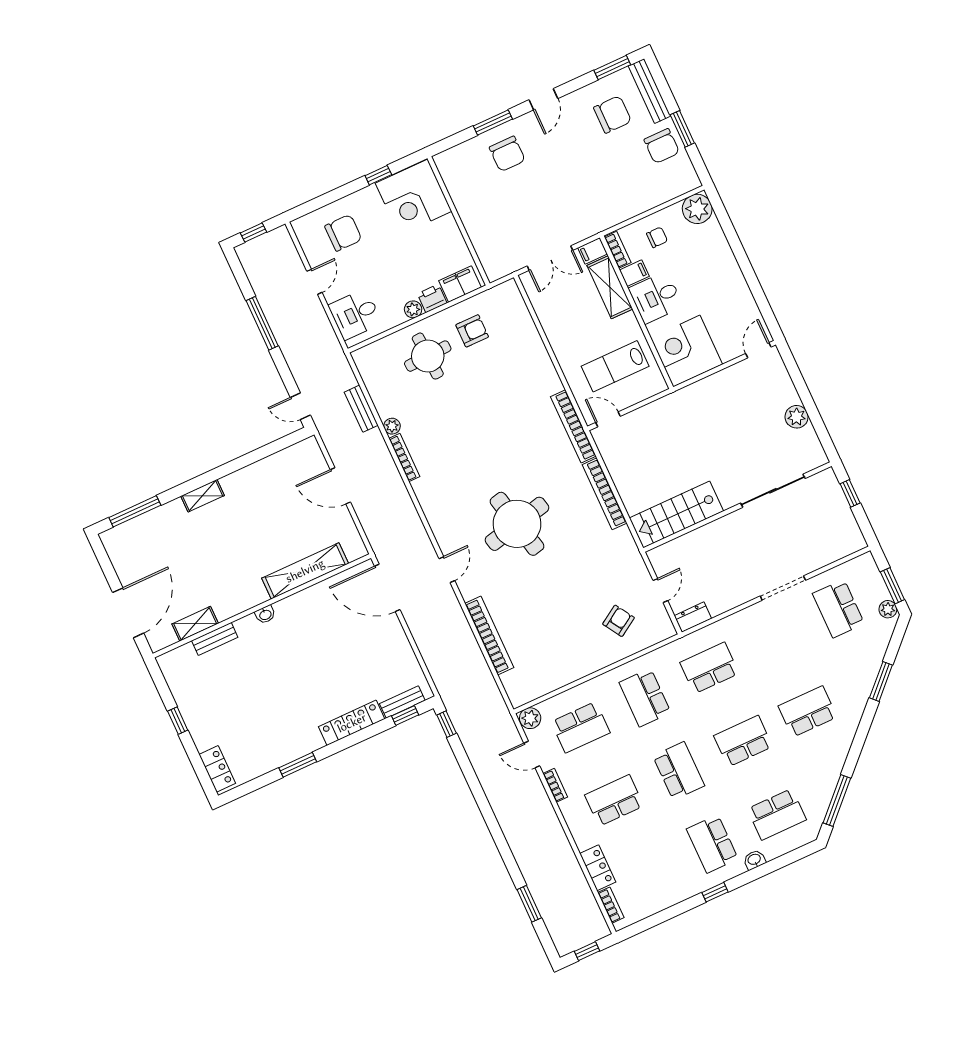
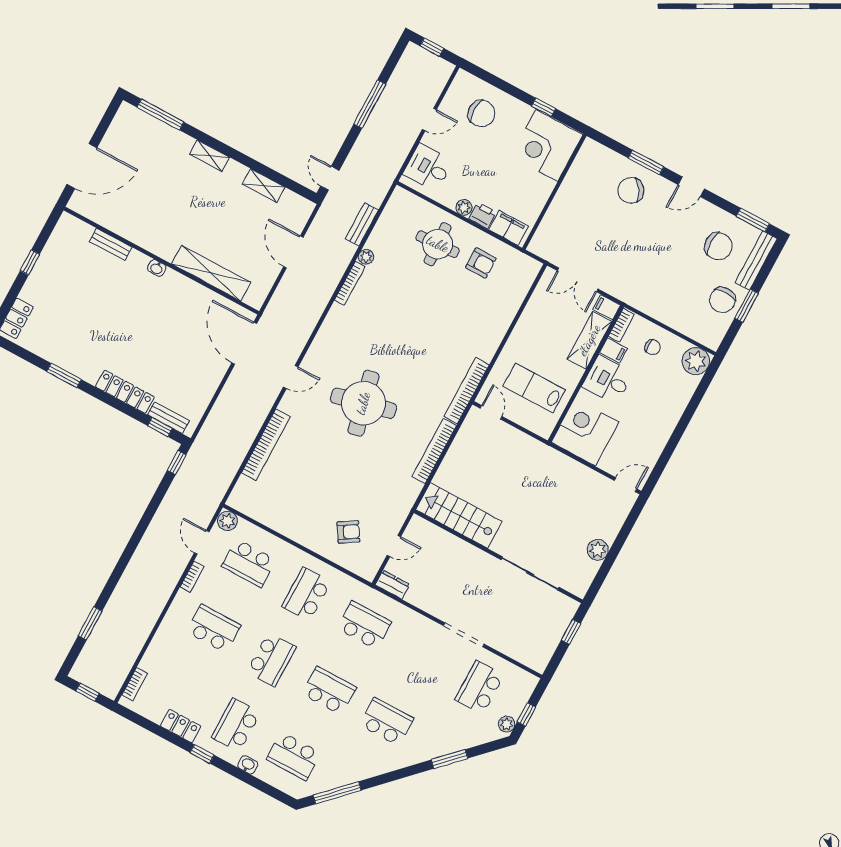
chair: (507, 154) -> (631, 190), turned 57
window: (892, 586) -> (526, 714), width x0.67
shelving: (195, 624) -> (264, 186), moved
locker: (598, 868) -> (181, 726), moved, turned -90

